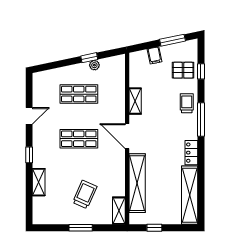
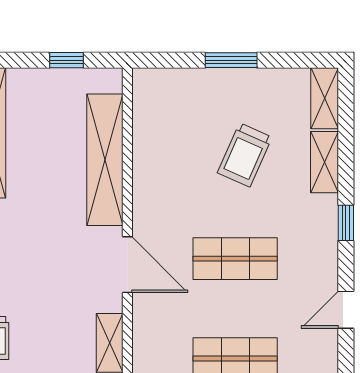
trolley: (85, 194) -> (245, 155), moved
shelving: (119, 211) -> (325, 98), moved

